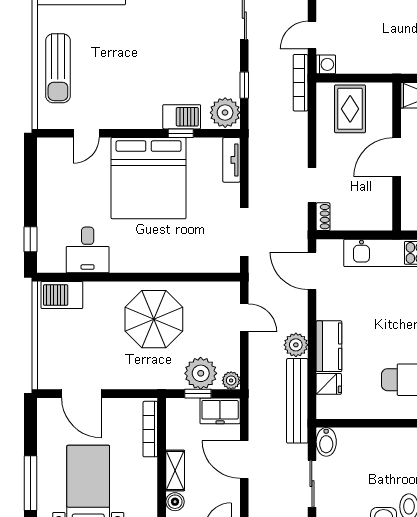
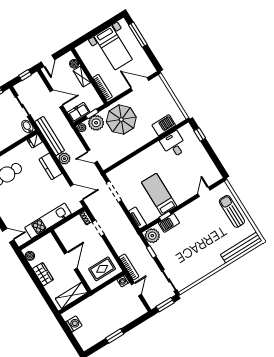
rug: (350, 109) -> (102, 269), turned 90
bed: (149, 178) -> (159, 194), width x0.49
barbecue: (62, 295) -> (164, 125), moved
parasol: (154, 319) -> (121, 120), moved
fridge: (329, 384) -> (35, 141), moved

